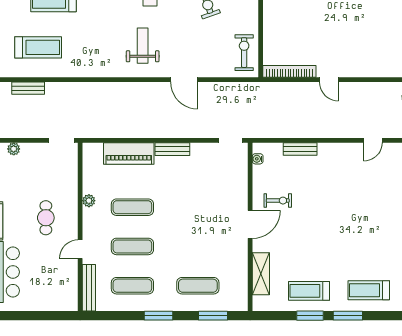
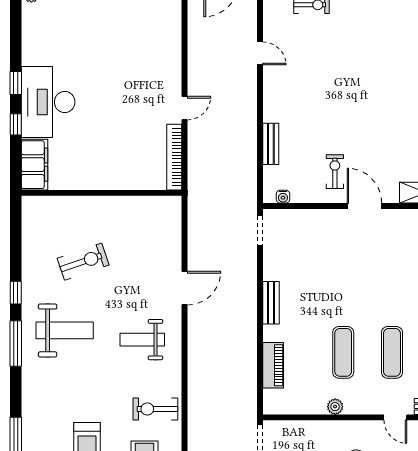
exercise bike: (244, 53) -> (155, 409), moved
piano: (129, 154) -> (273, 365), width x0.73, depth x0.75

